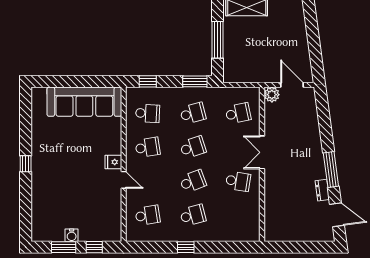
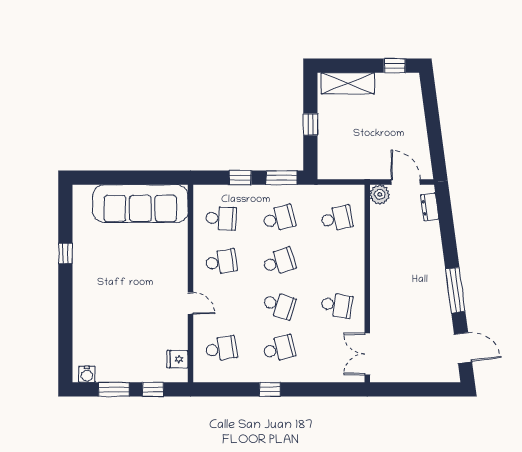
window: (217, 40) -> (310, 124), width x0.46
window: (148, 81) -> (240, 178), moved
double door: (262, 152) -> (367, 354), moved
fridge: (113, 162) -> (177, 359), moved
window: (26, 164) -> (65, 253), moved
school desk: (193, 181) -> (279, 305), turned 39
dresser: (322, 190) -> (430, 207), moved
water cooler: (72, 235) -> (87, 374), moved

